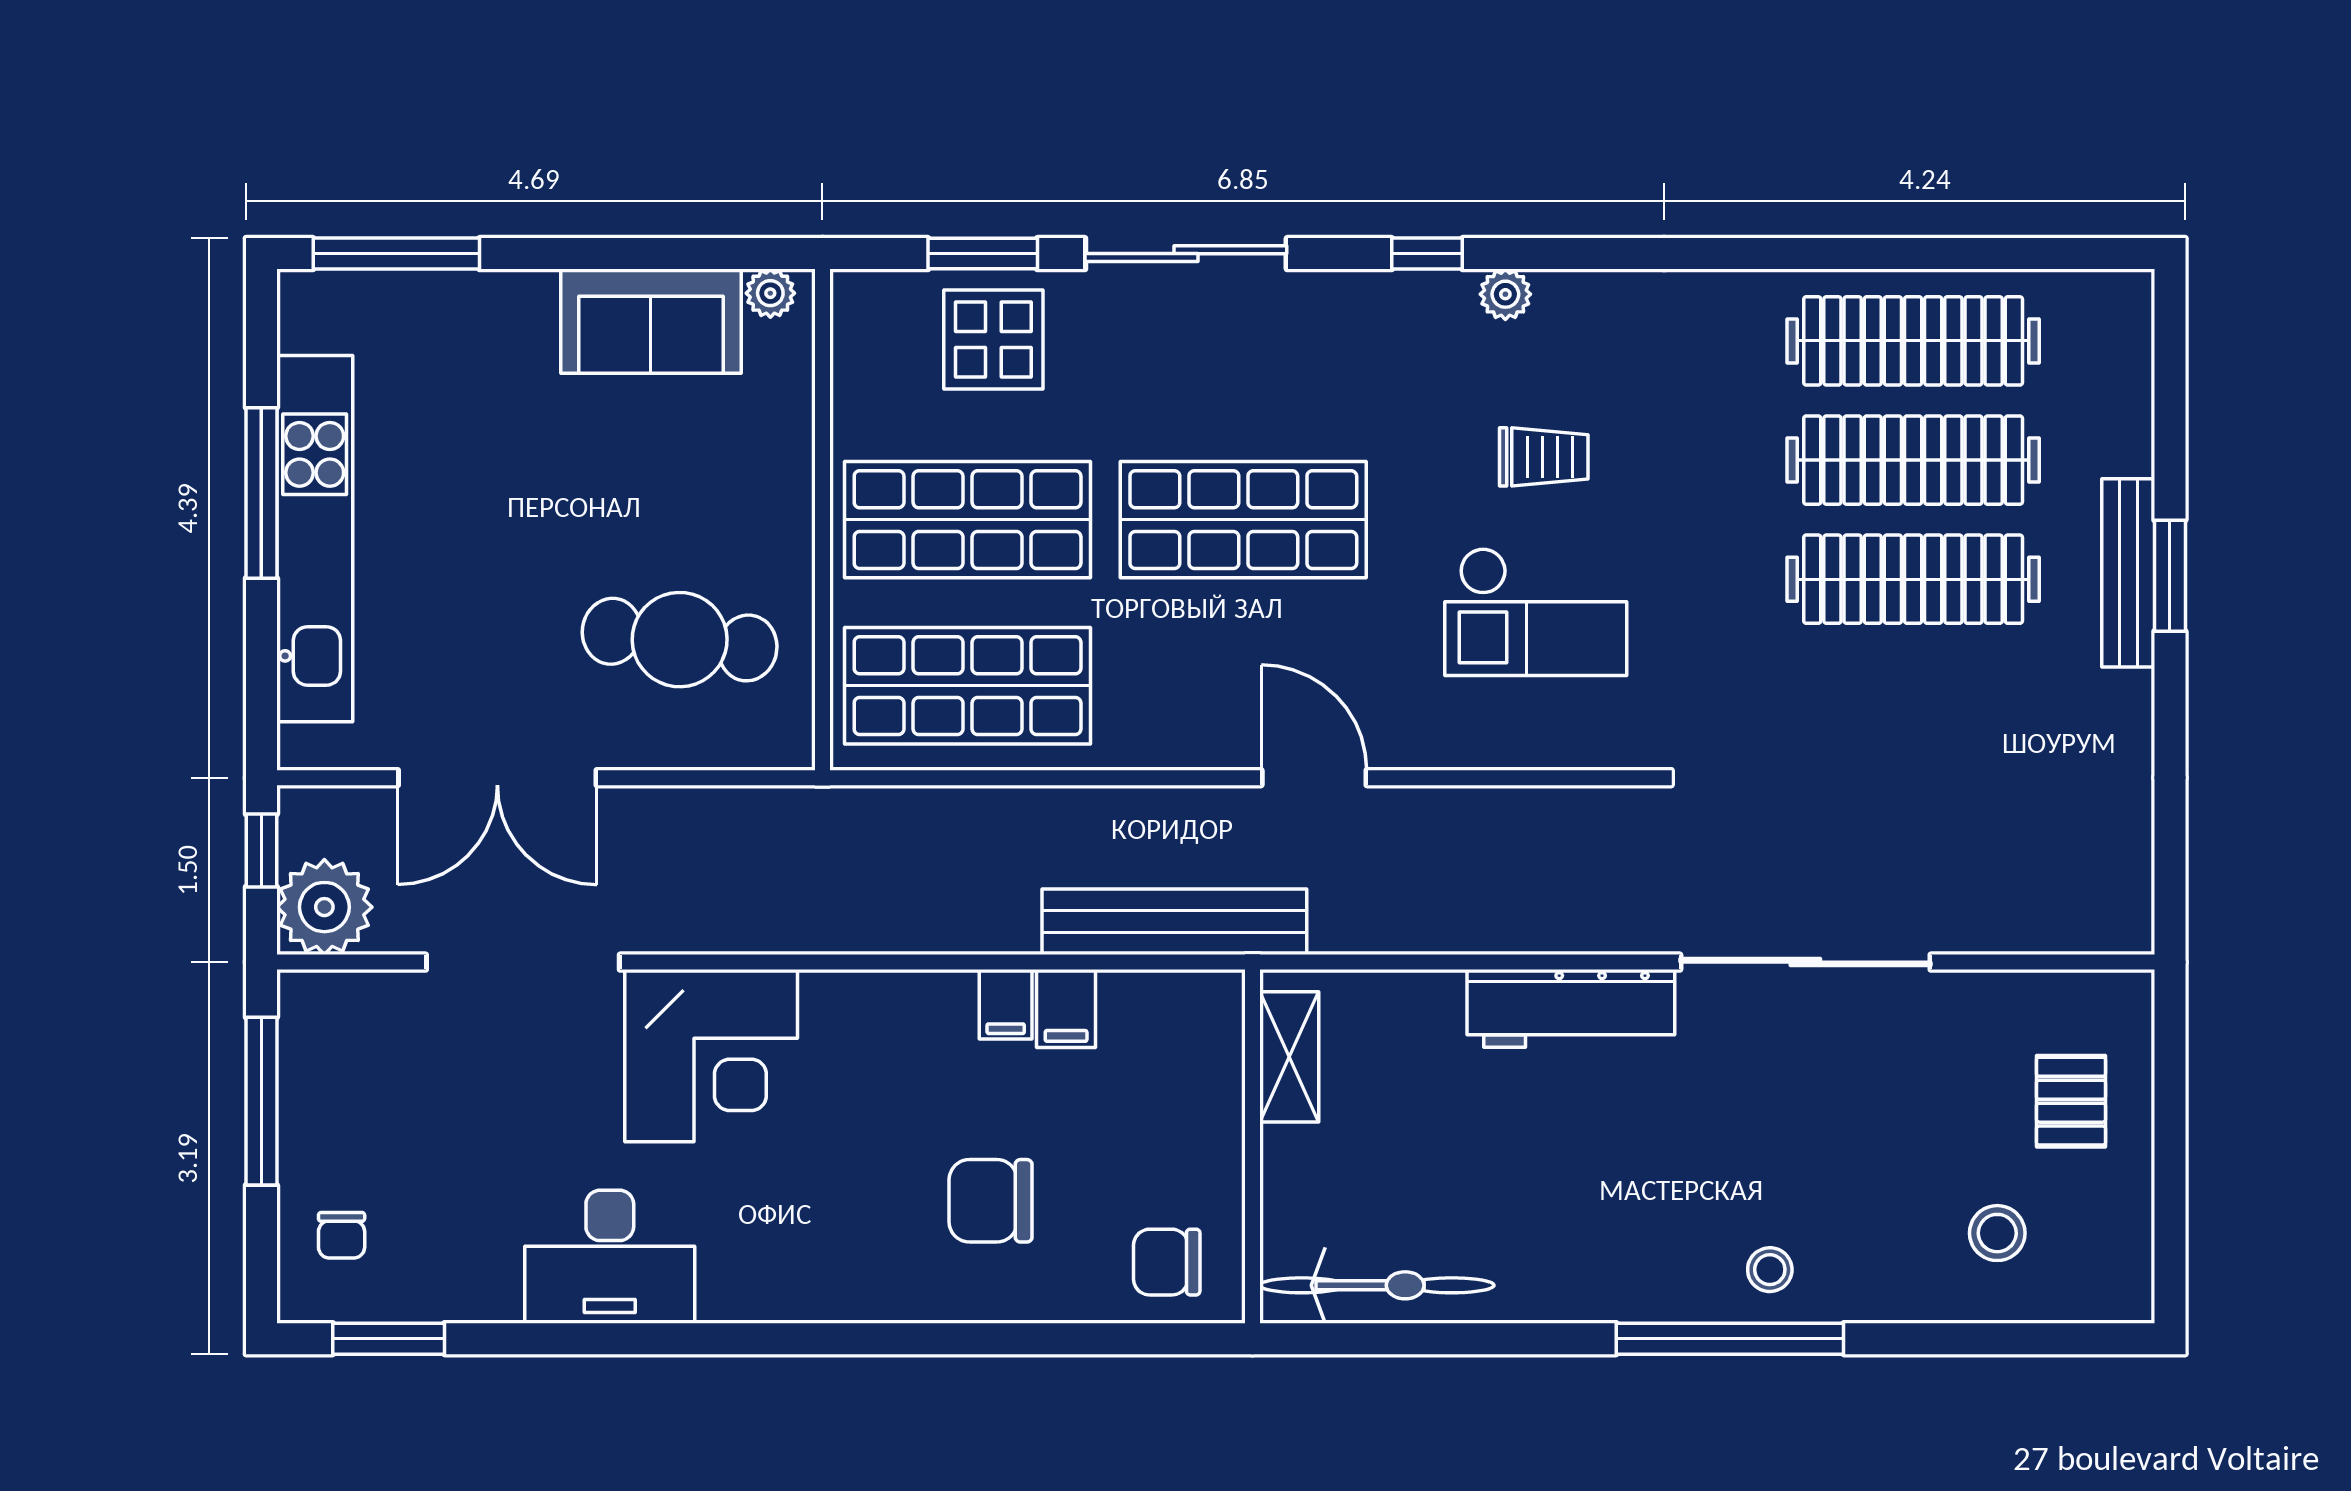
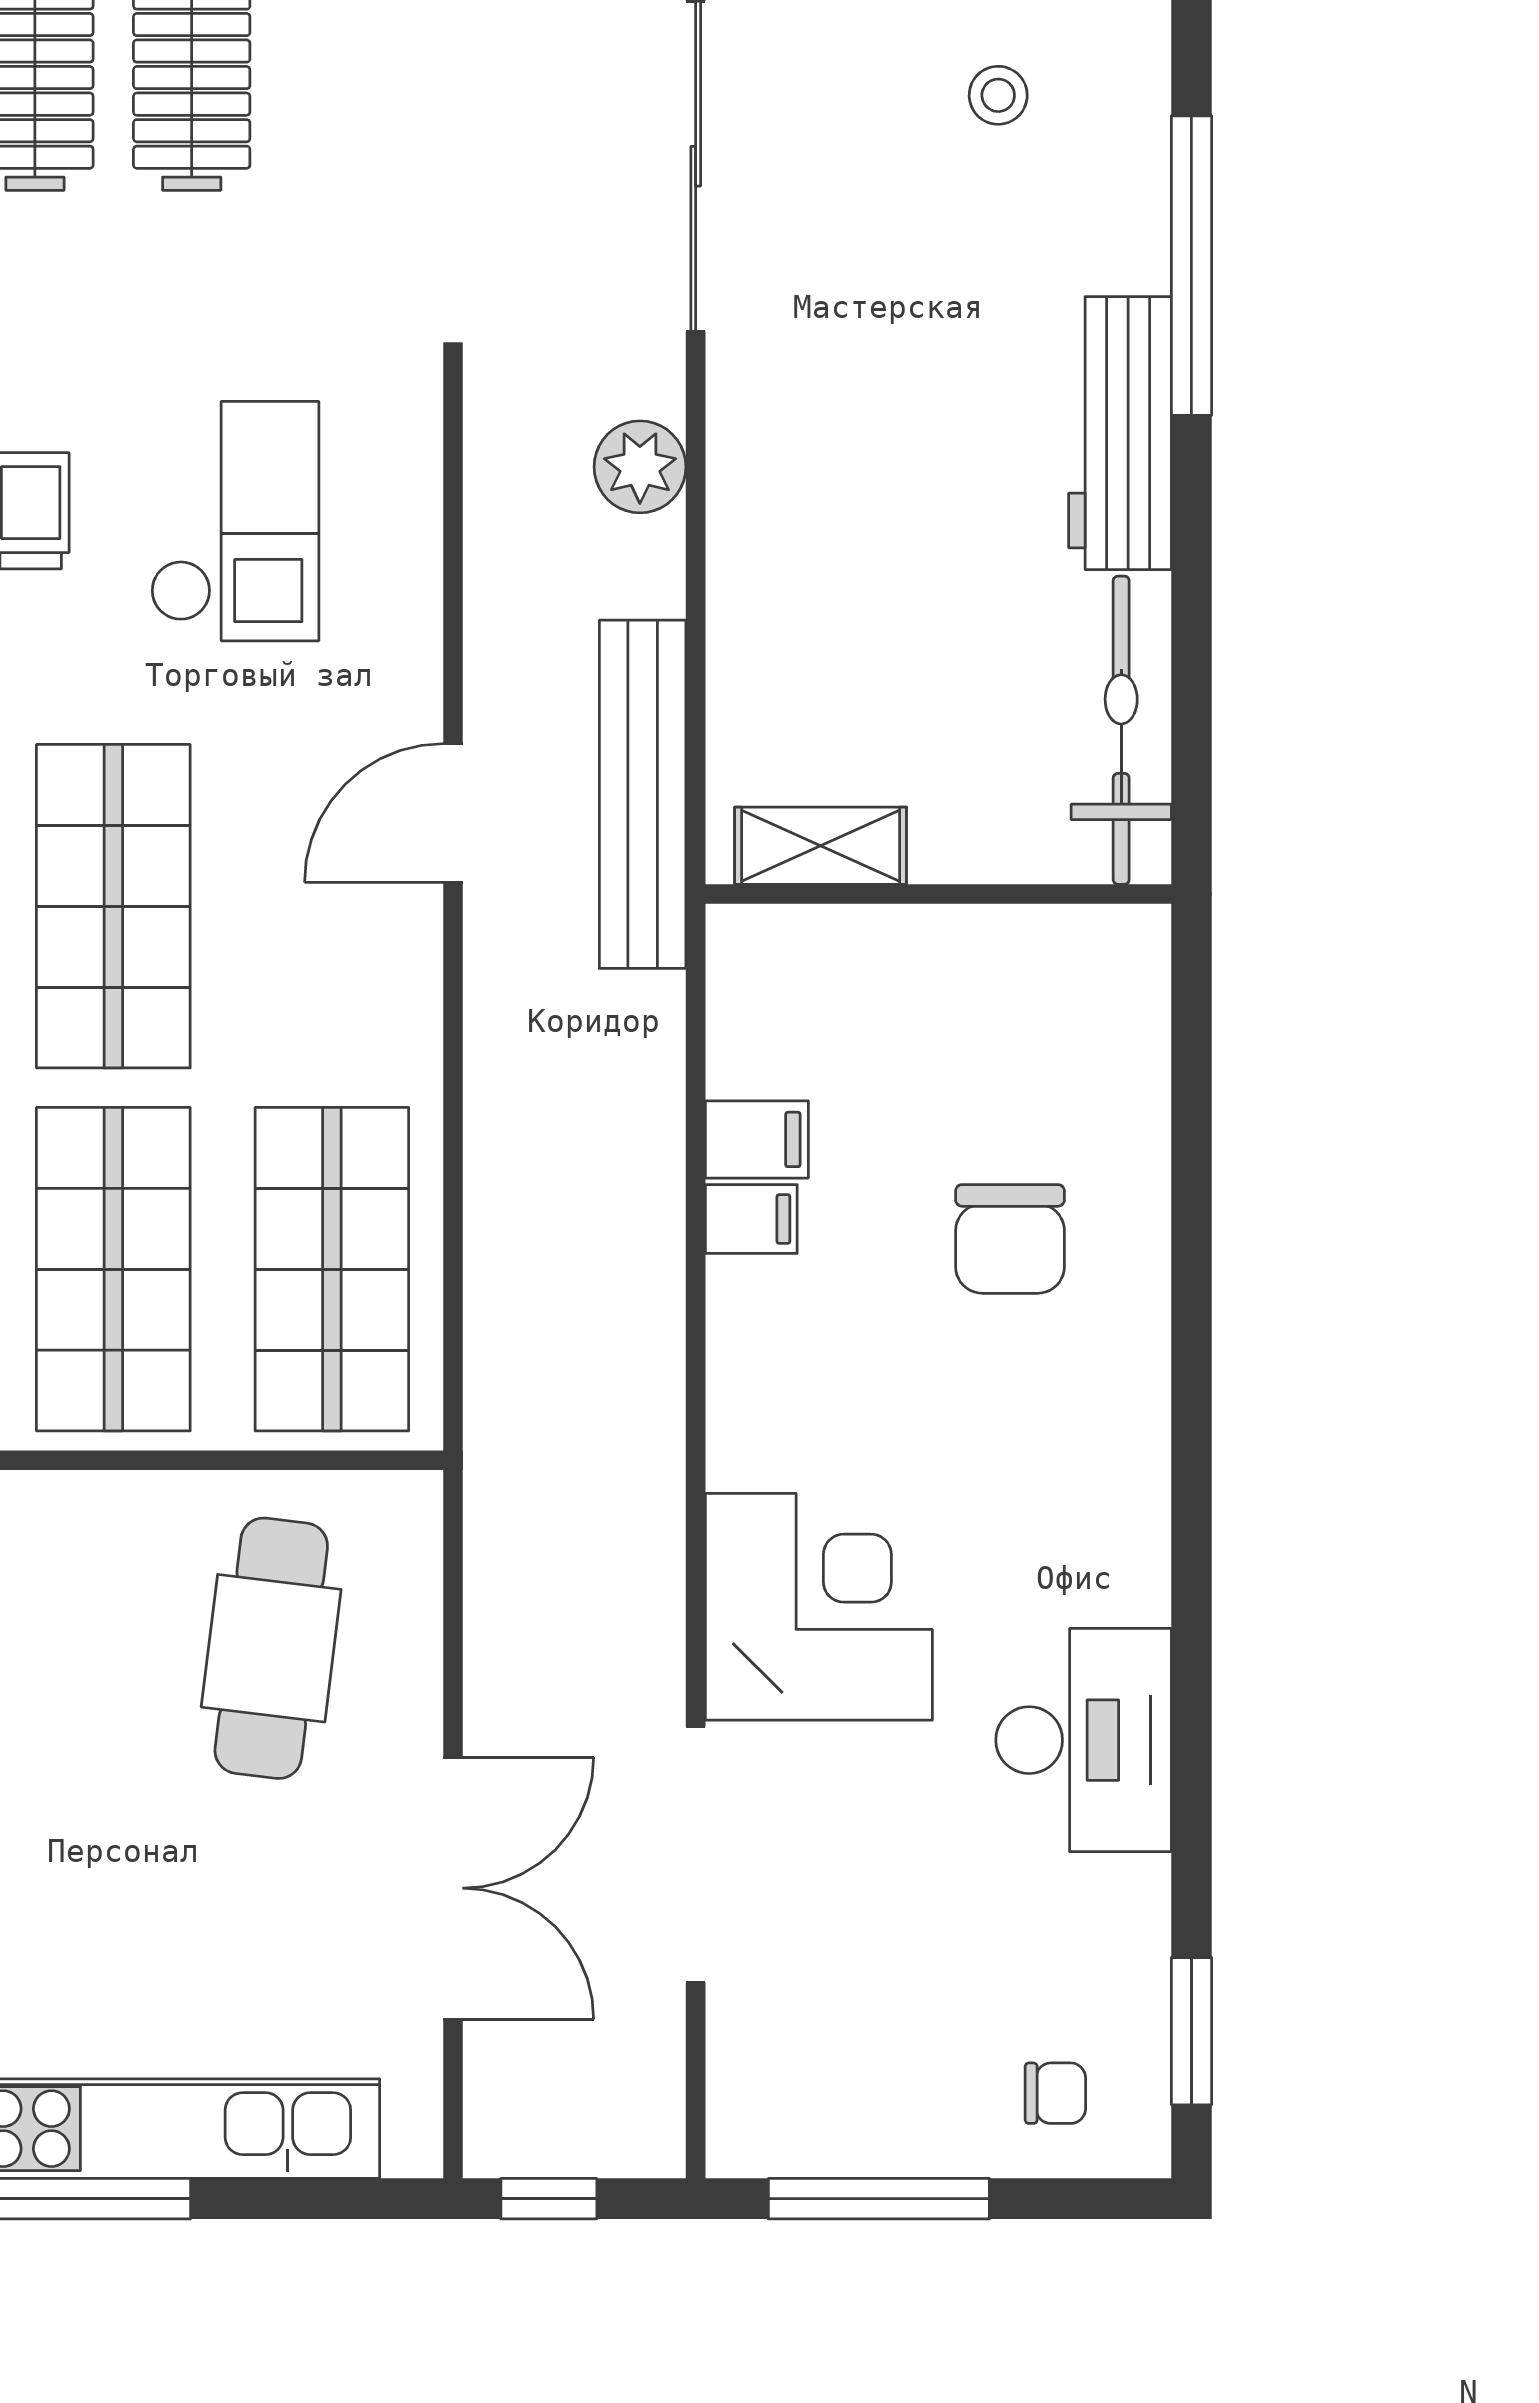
plant: (324, 907) -> (640, 467), moved, width x0.73, depth x0.73
bench: (1174, 922) -> (643, 794), moved
workbench: (1571, 1008) -> (1120, 433), moved, turned 180
chair: (1167, 1262) -> (1091, 1007), removed
stool: (1770, 1270) -> (998, 95), moved

